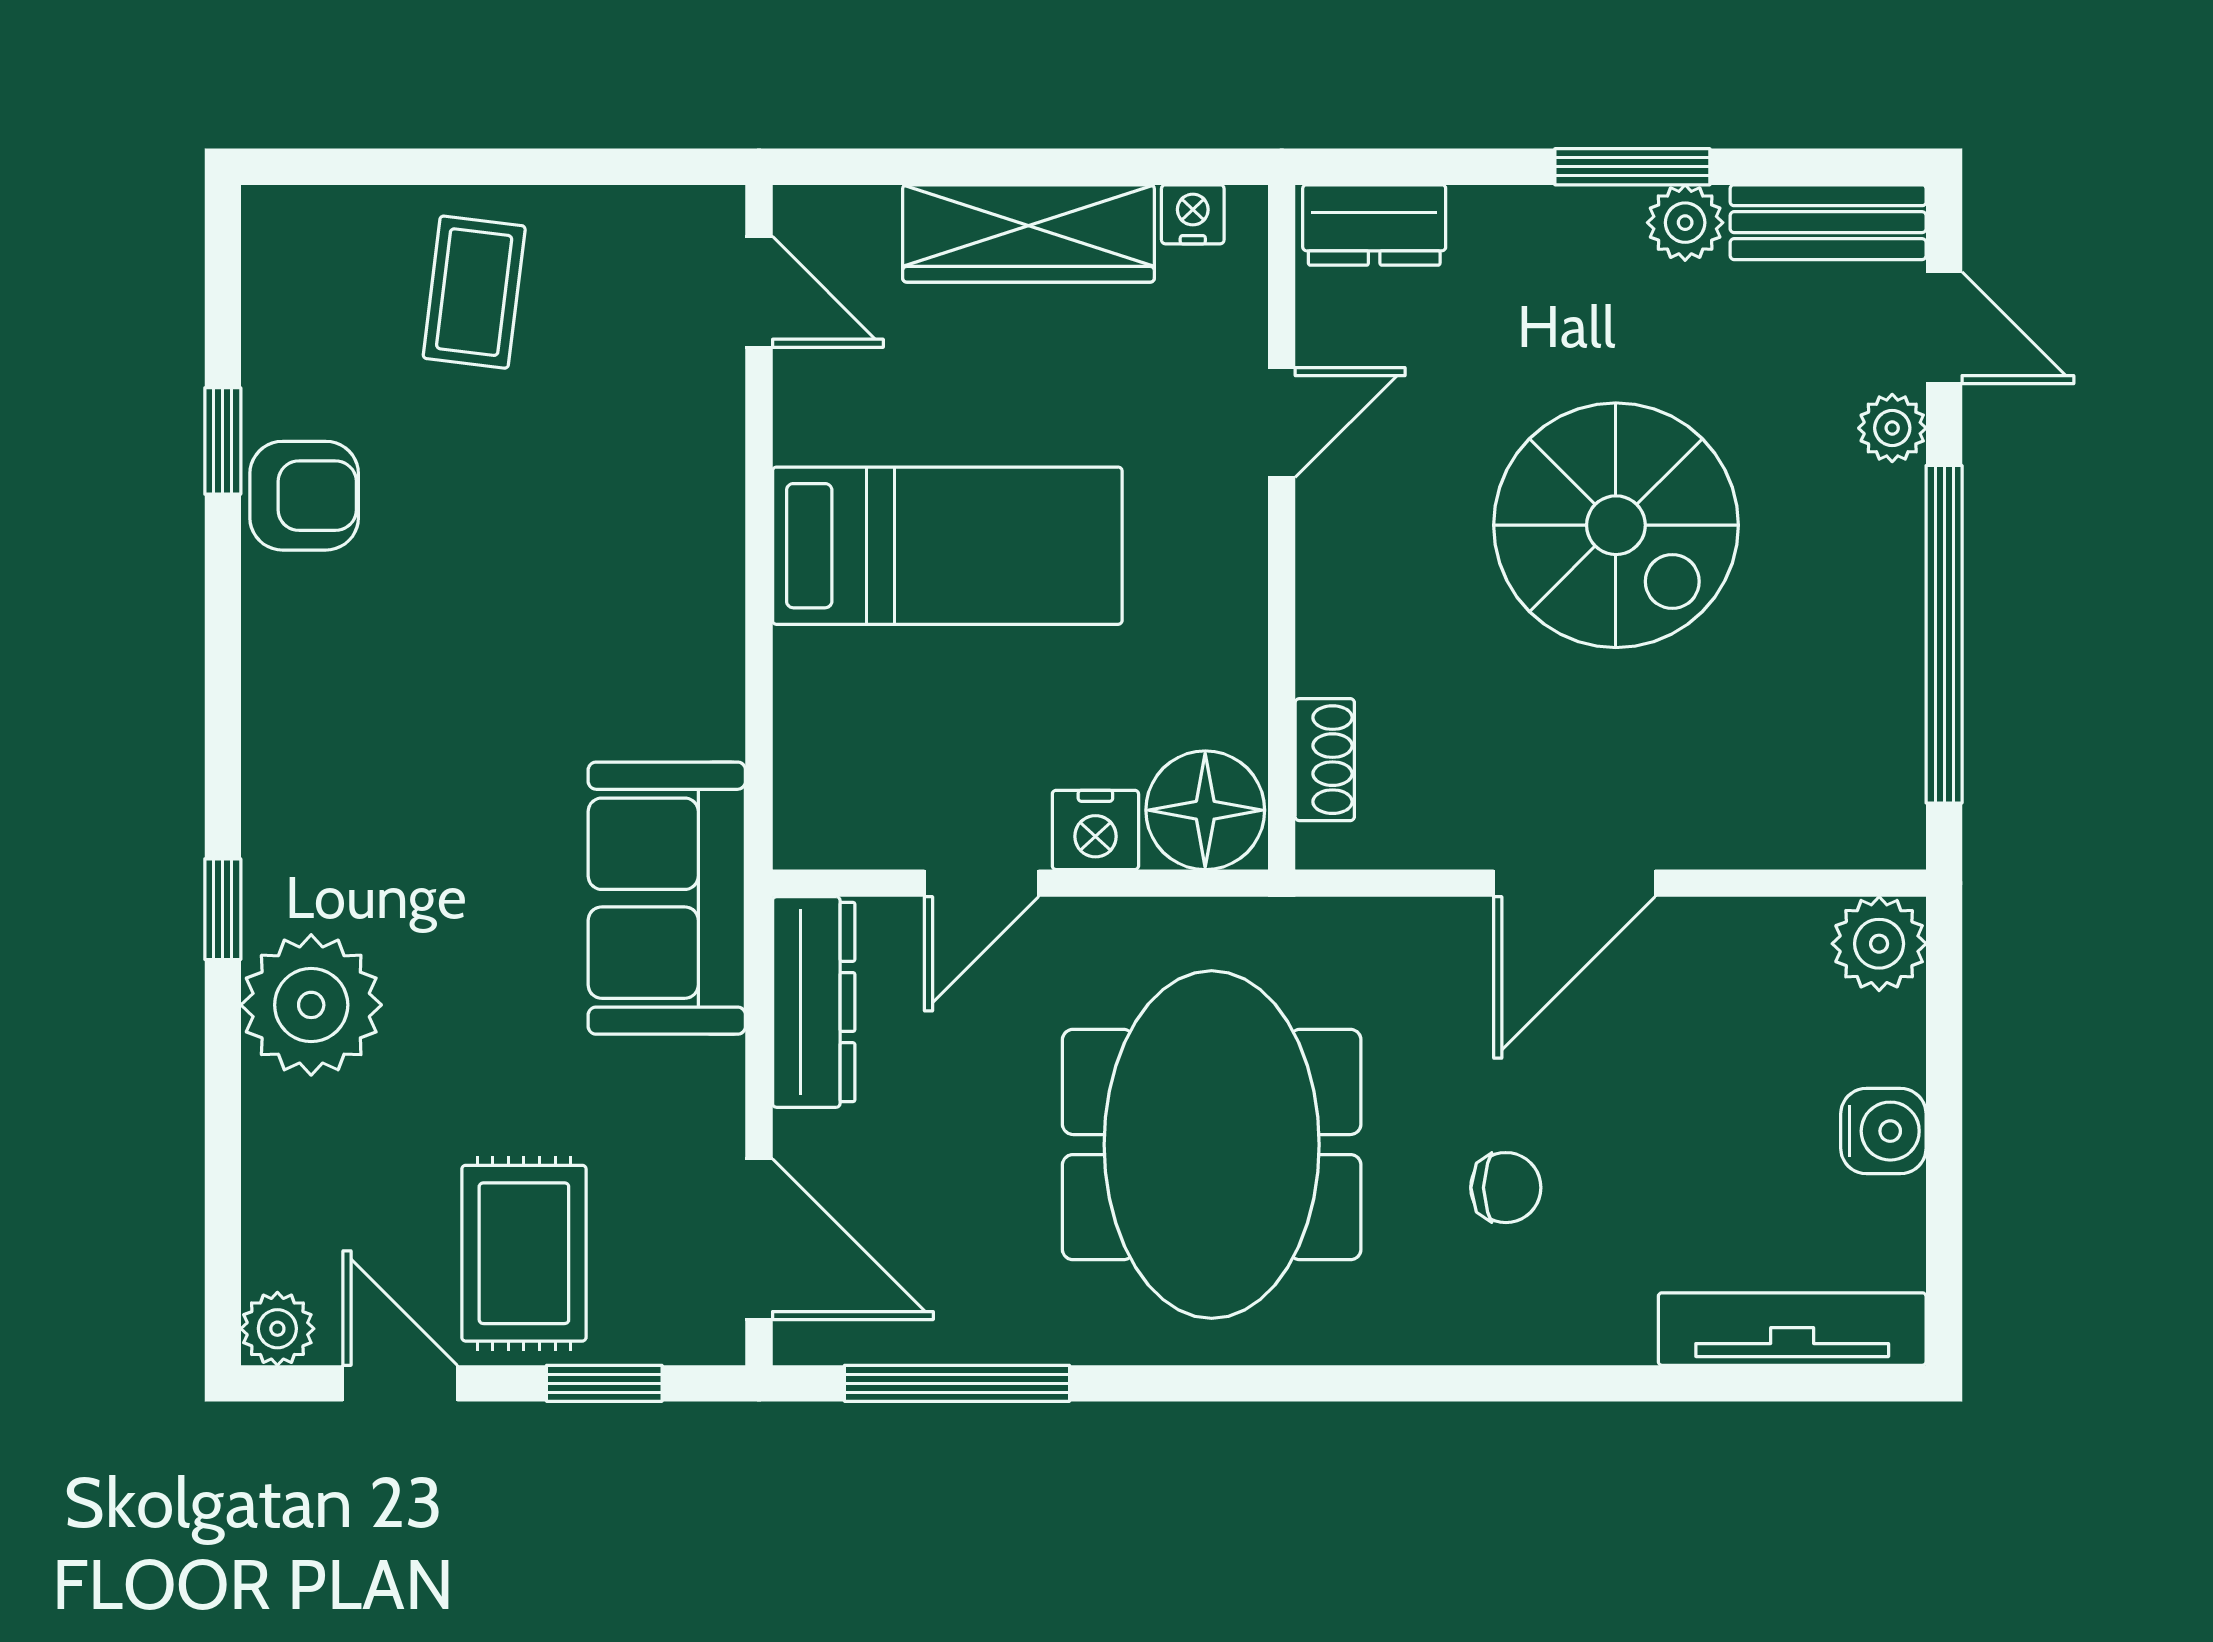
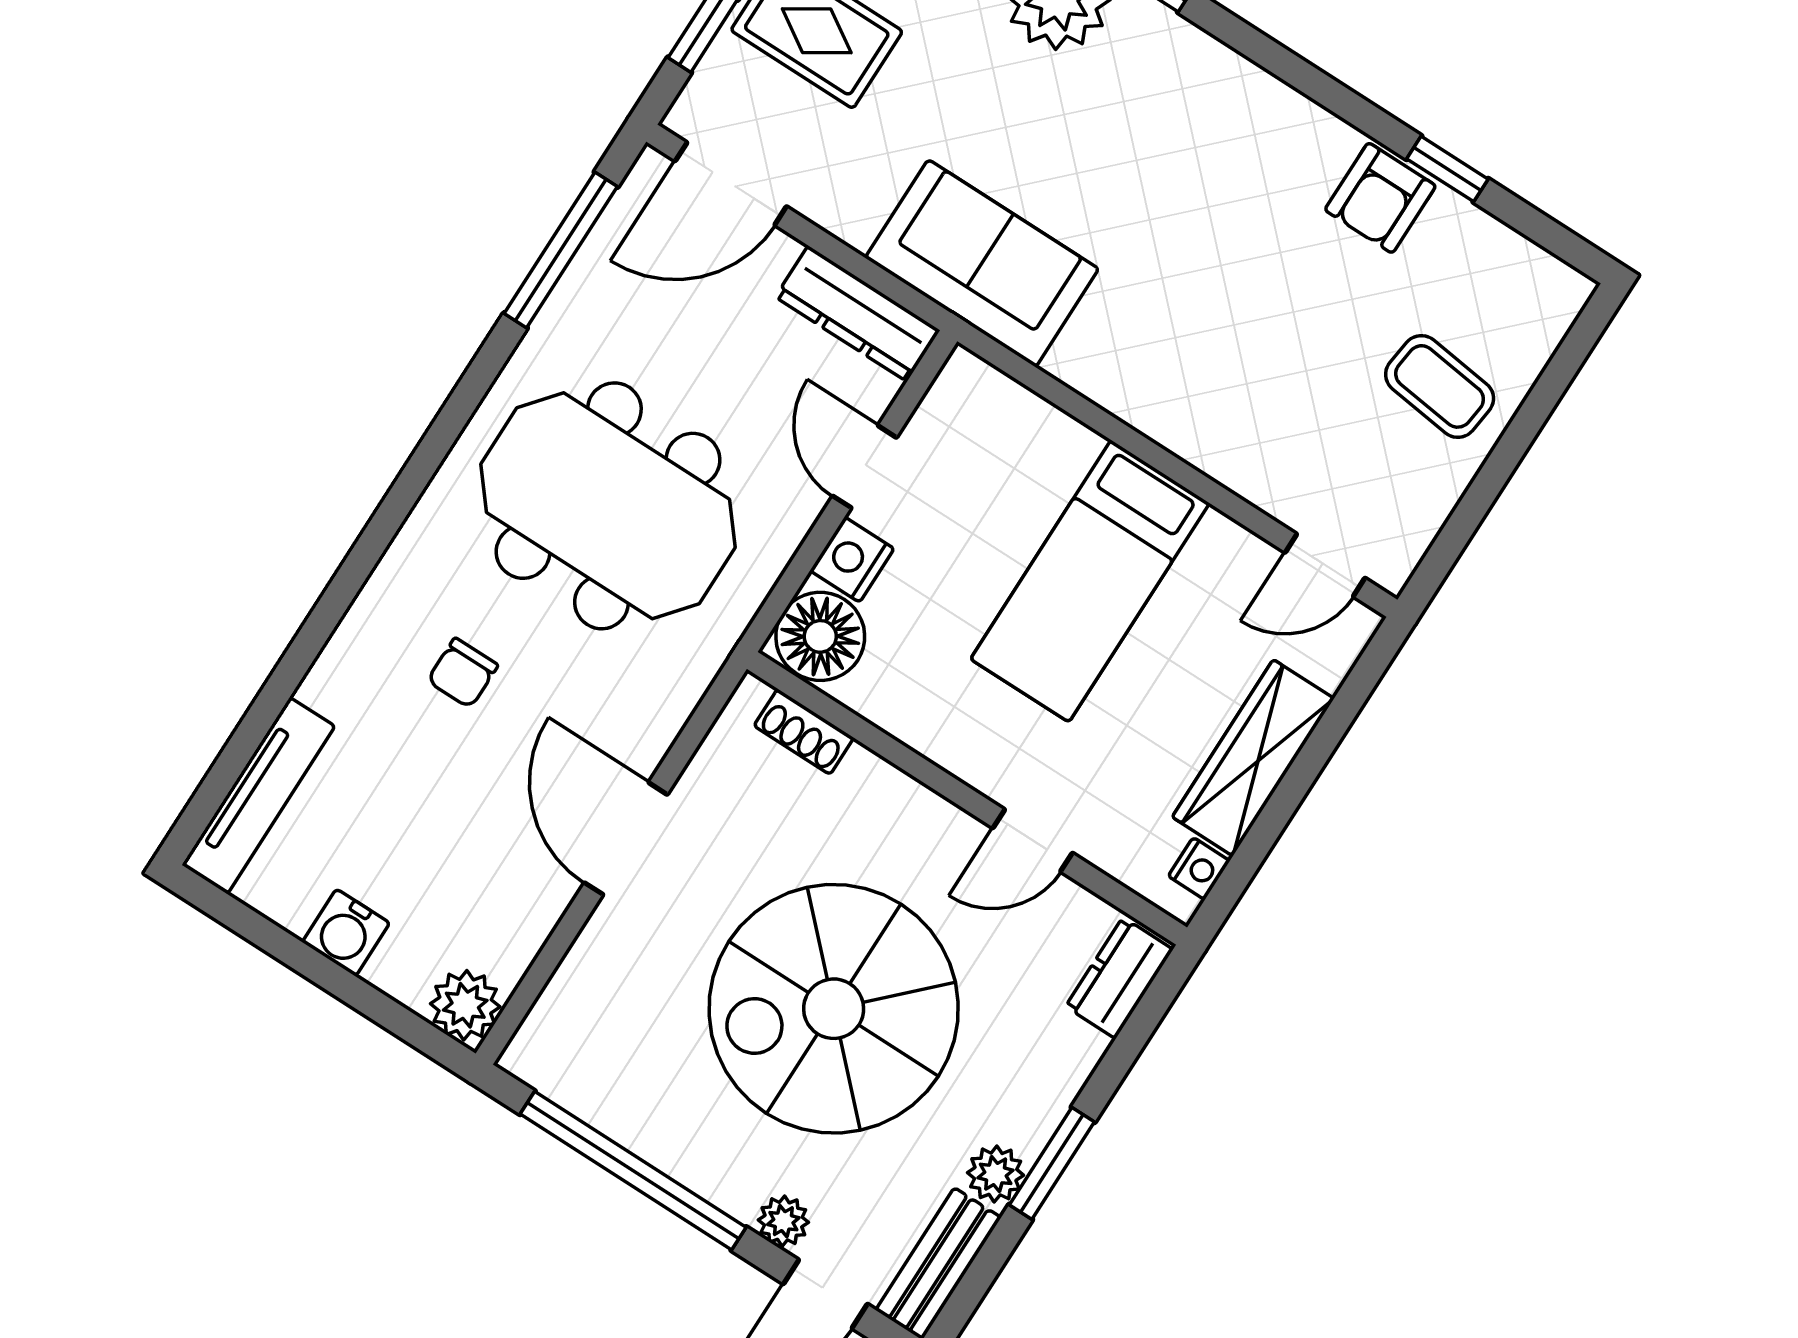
door: (1282, 422) -> (1033, 840), hinge flipped
spiral stairs: (1616, 525) -> (834, 1009), width x1.37, depth x1.37

